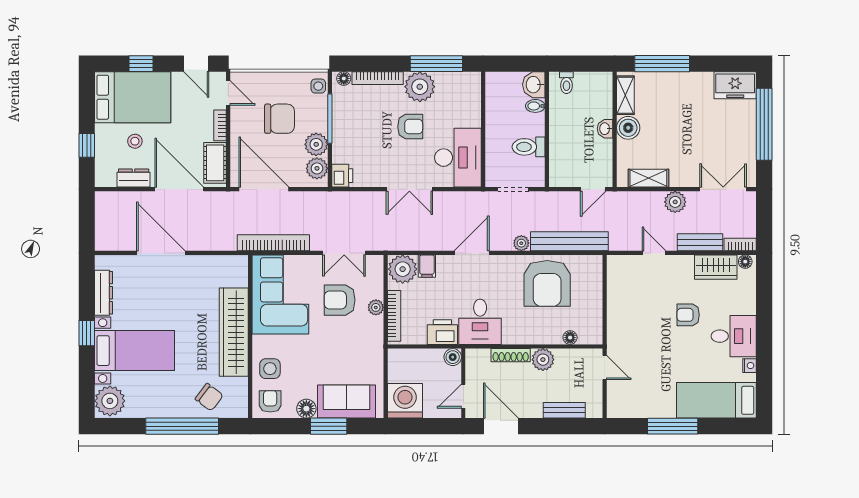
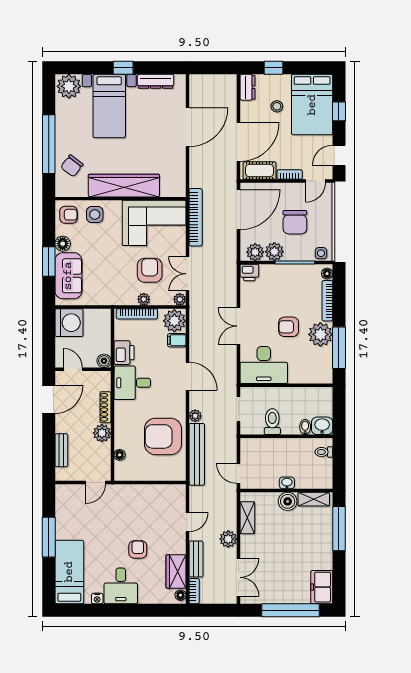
armchair: (410, 127) -> (289, 327), turned 90
dresser: (134, 178) -> (247, 87), moved
plant: (376, 263) -> (180, 299), added

